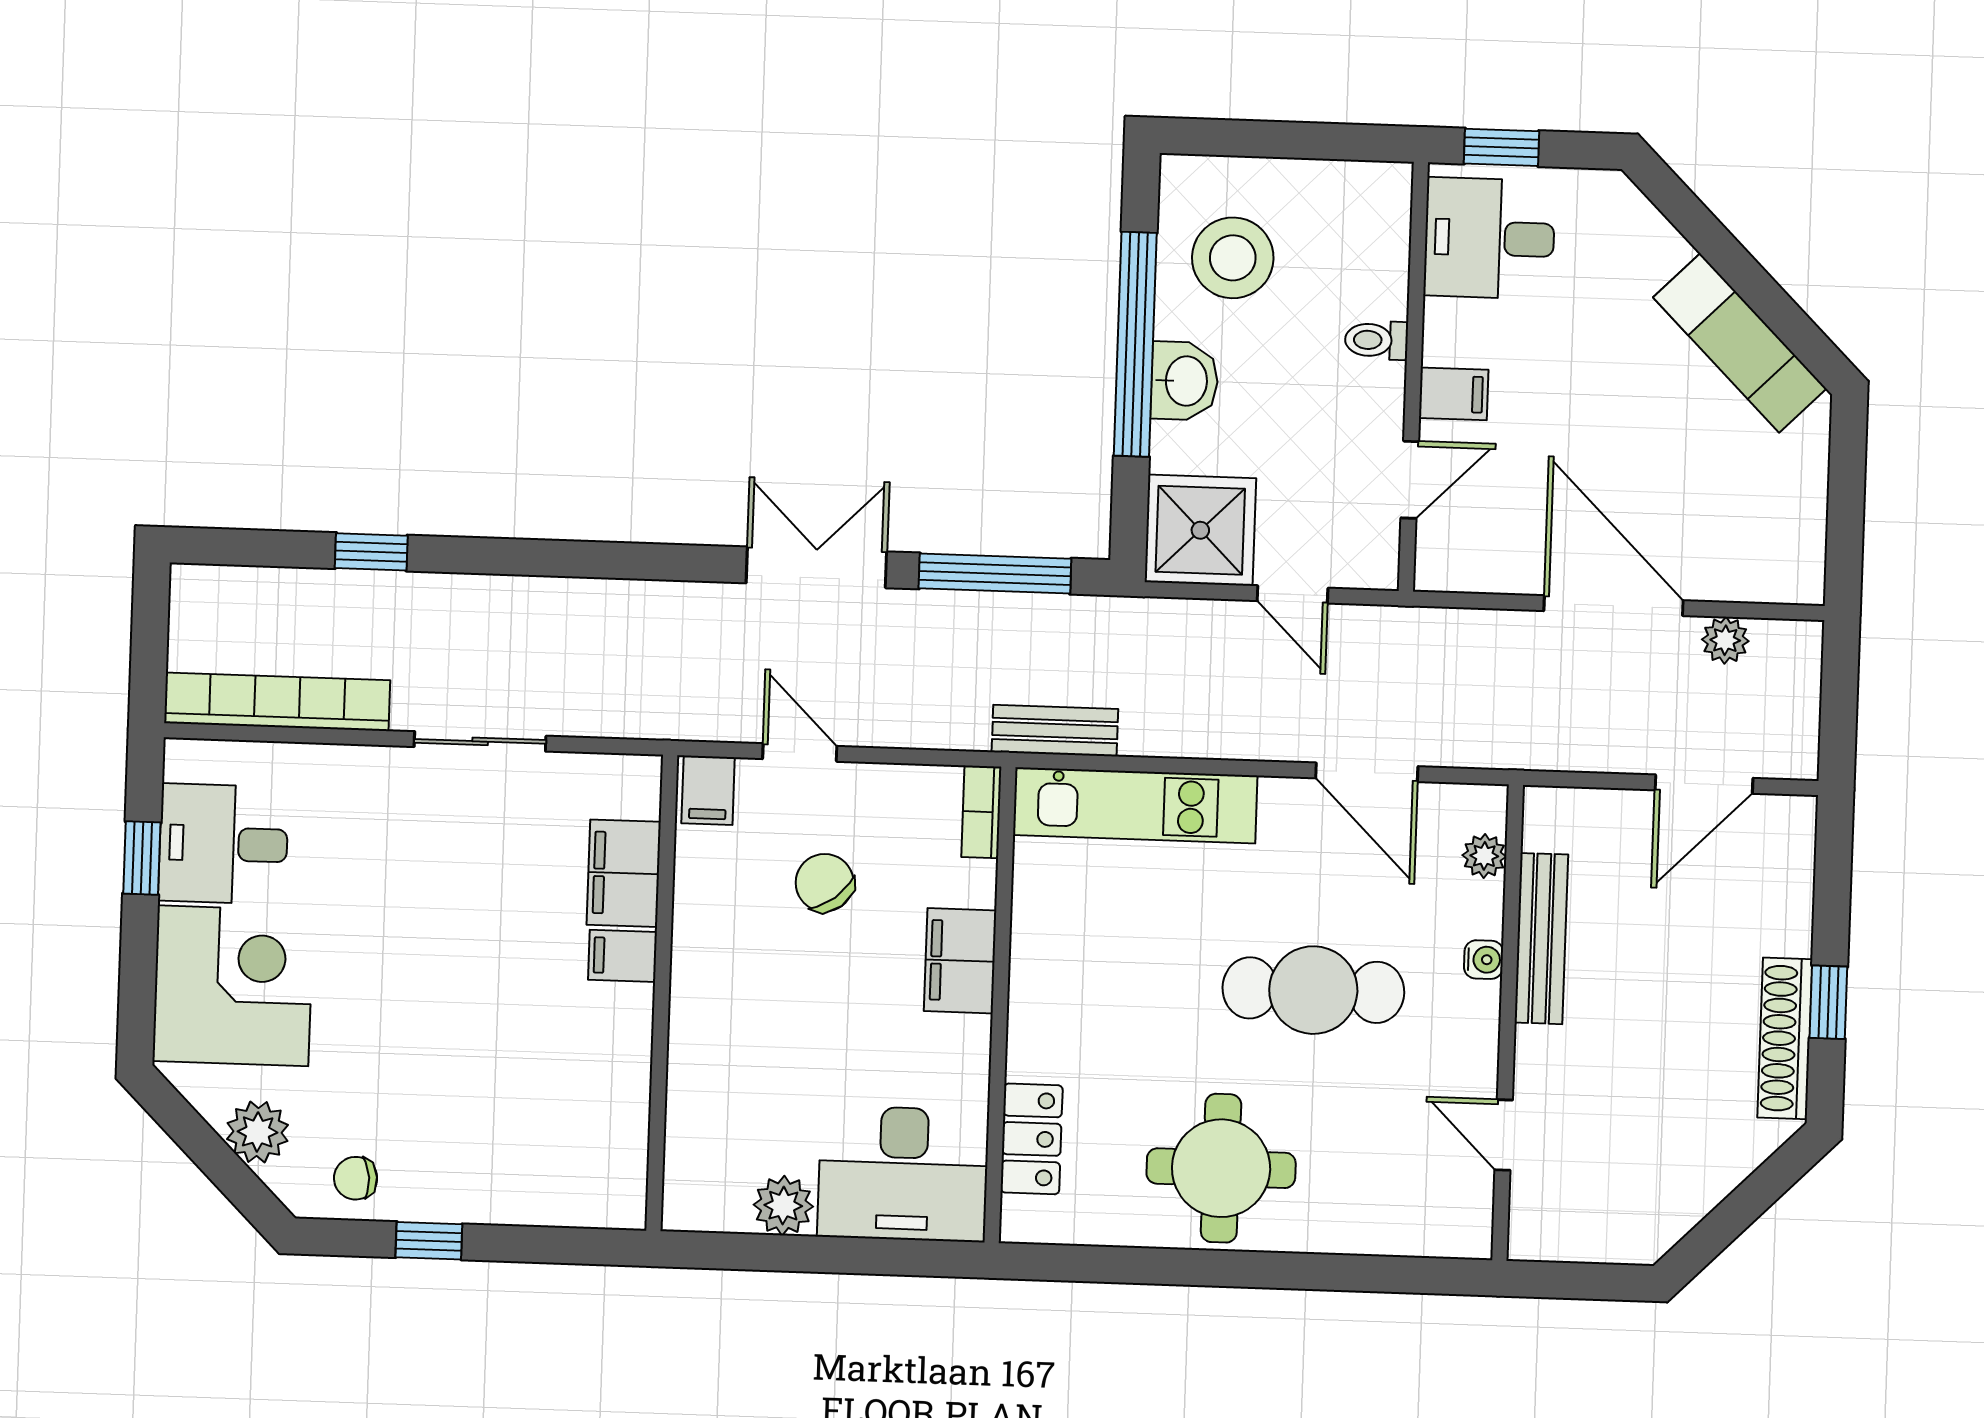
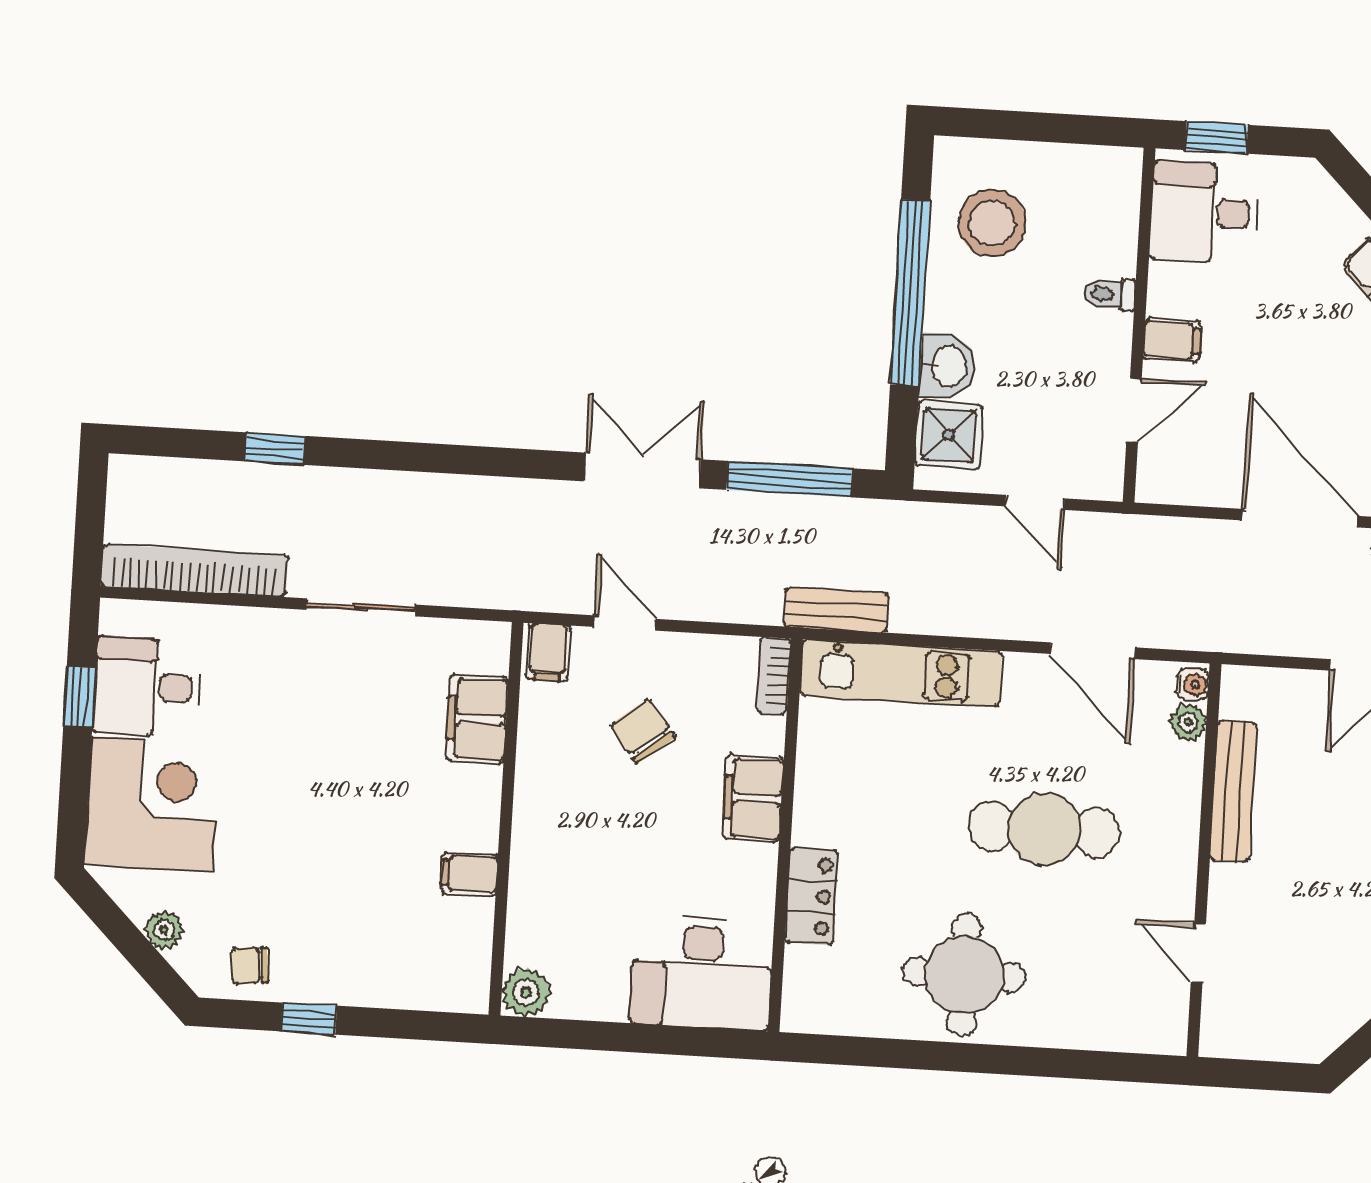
washbasin: (1184, 381) -> (948, 366), moved
shower: (1200, 530) -> (949, 435), width x0.73, depth x0.73
filing cabinet: (622, 956) -> (469, 874), moved
water cooler: (1484, 960) -> (1193, 684), moved
plant: (258, 1132) -> (164, 930), width x0.73, depth x0.73
locker: (1032, 1139) -> (812, 896), moved
plant: (783, 1206) -> (526, 992), moved

